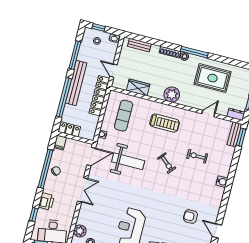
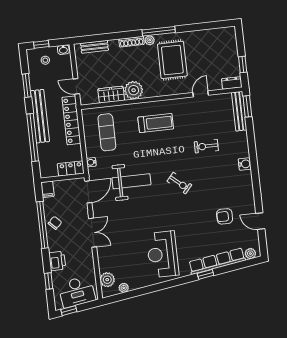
window: (75, 55) -> (27, 86), width x0.69
rug: (213, 78) -> (172, 60), moved, turned 90
plant: (172, 94) -> (134, 90), moved
locker: (70, 129) -> (71, 169), moved
bench: (234, 134) -> (239, 111), width x1.36
exercise bike: (167, 163) -> (179, 183), moved

